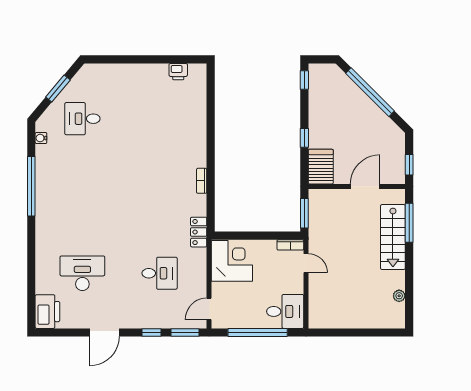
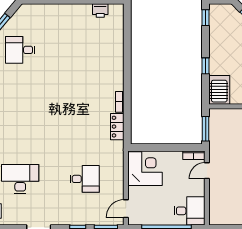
locker: (199, 232) -> (117, 127), moved
door: (306, 263) -> (207, 171), swing flipped

